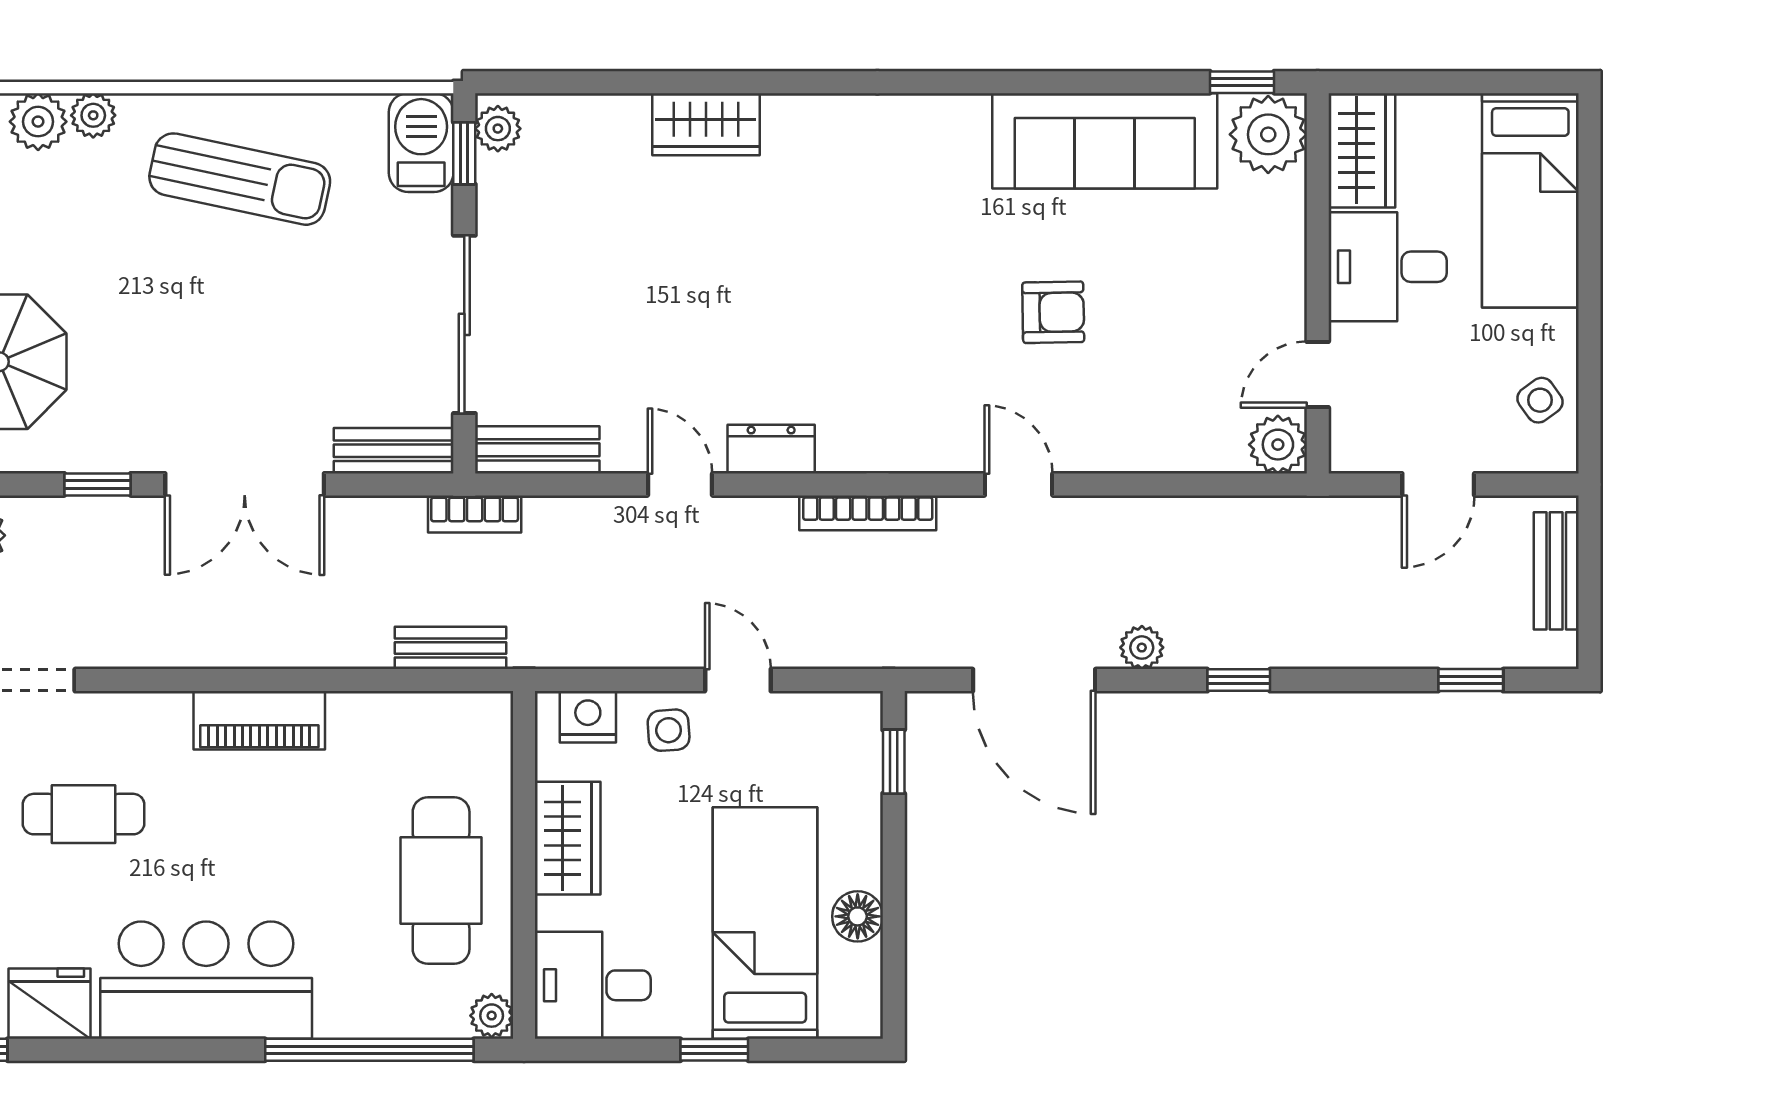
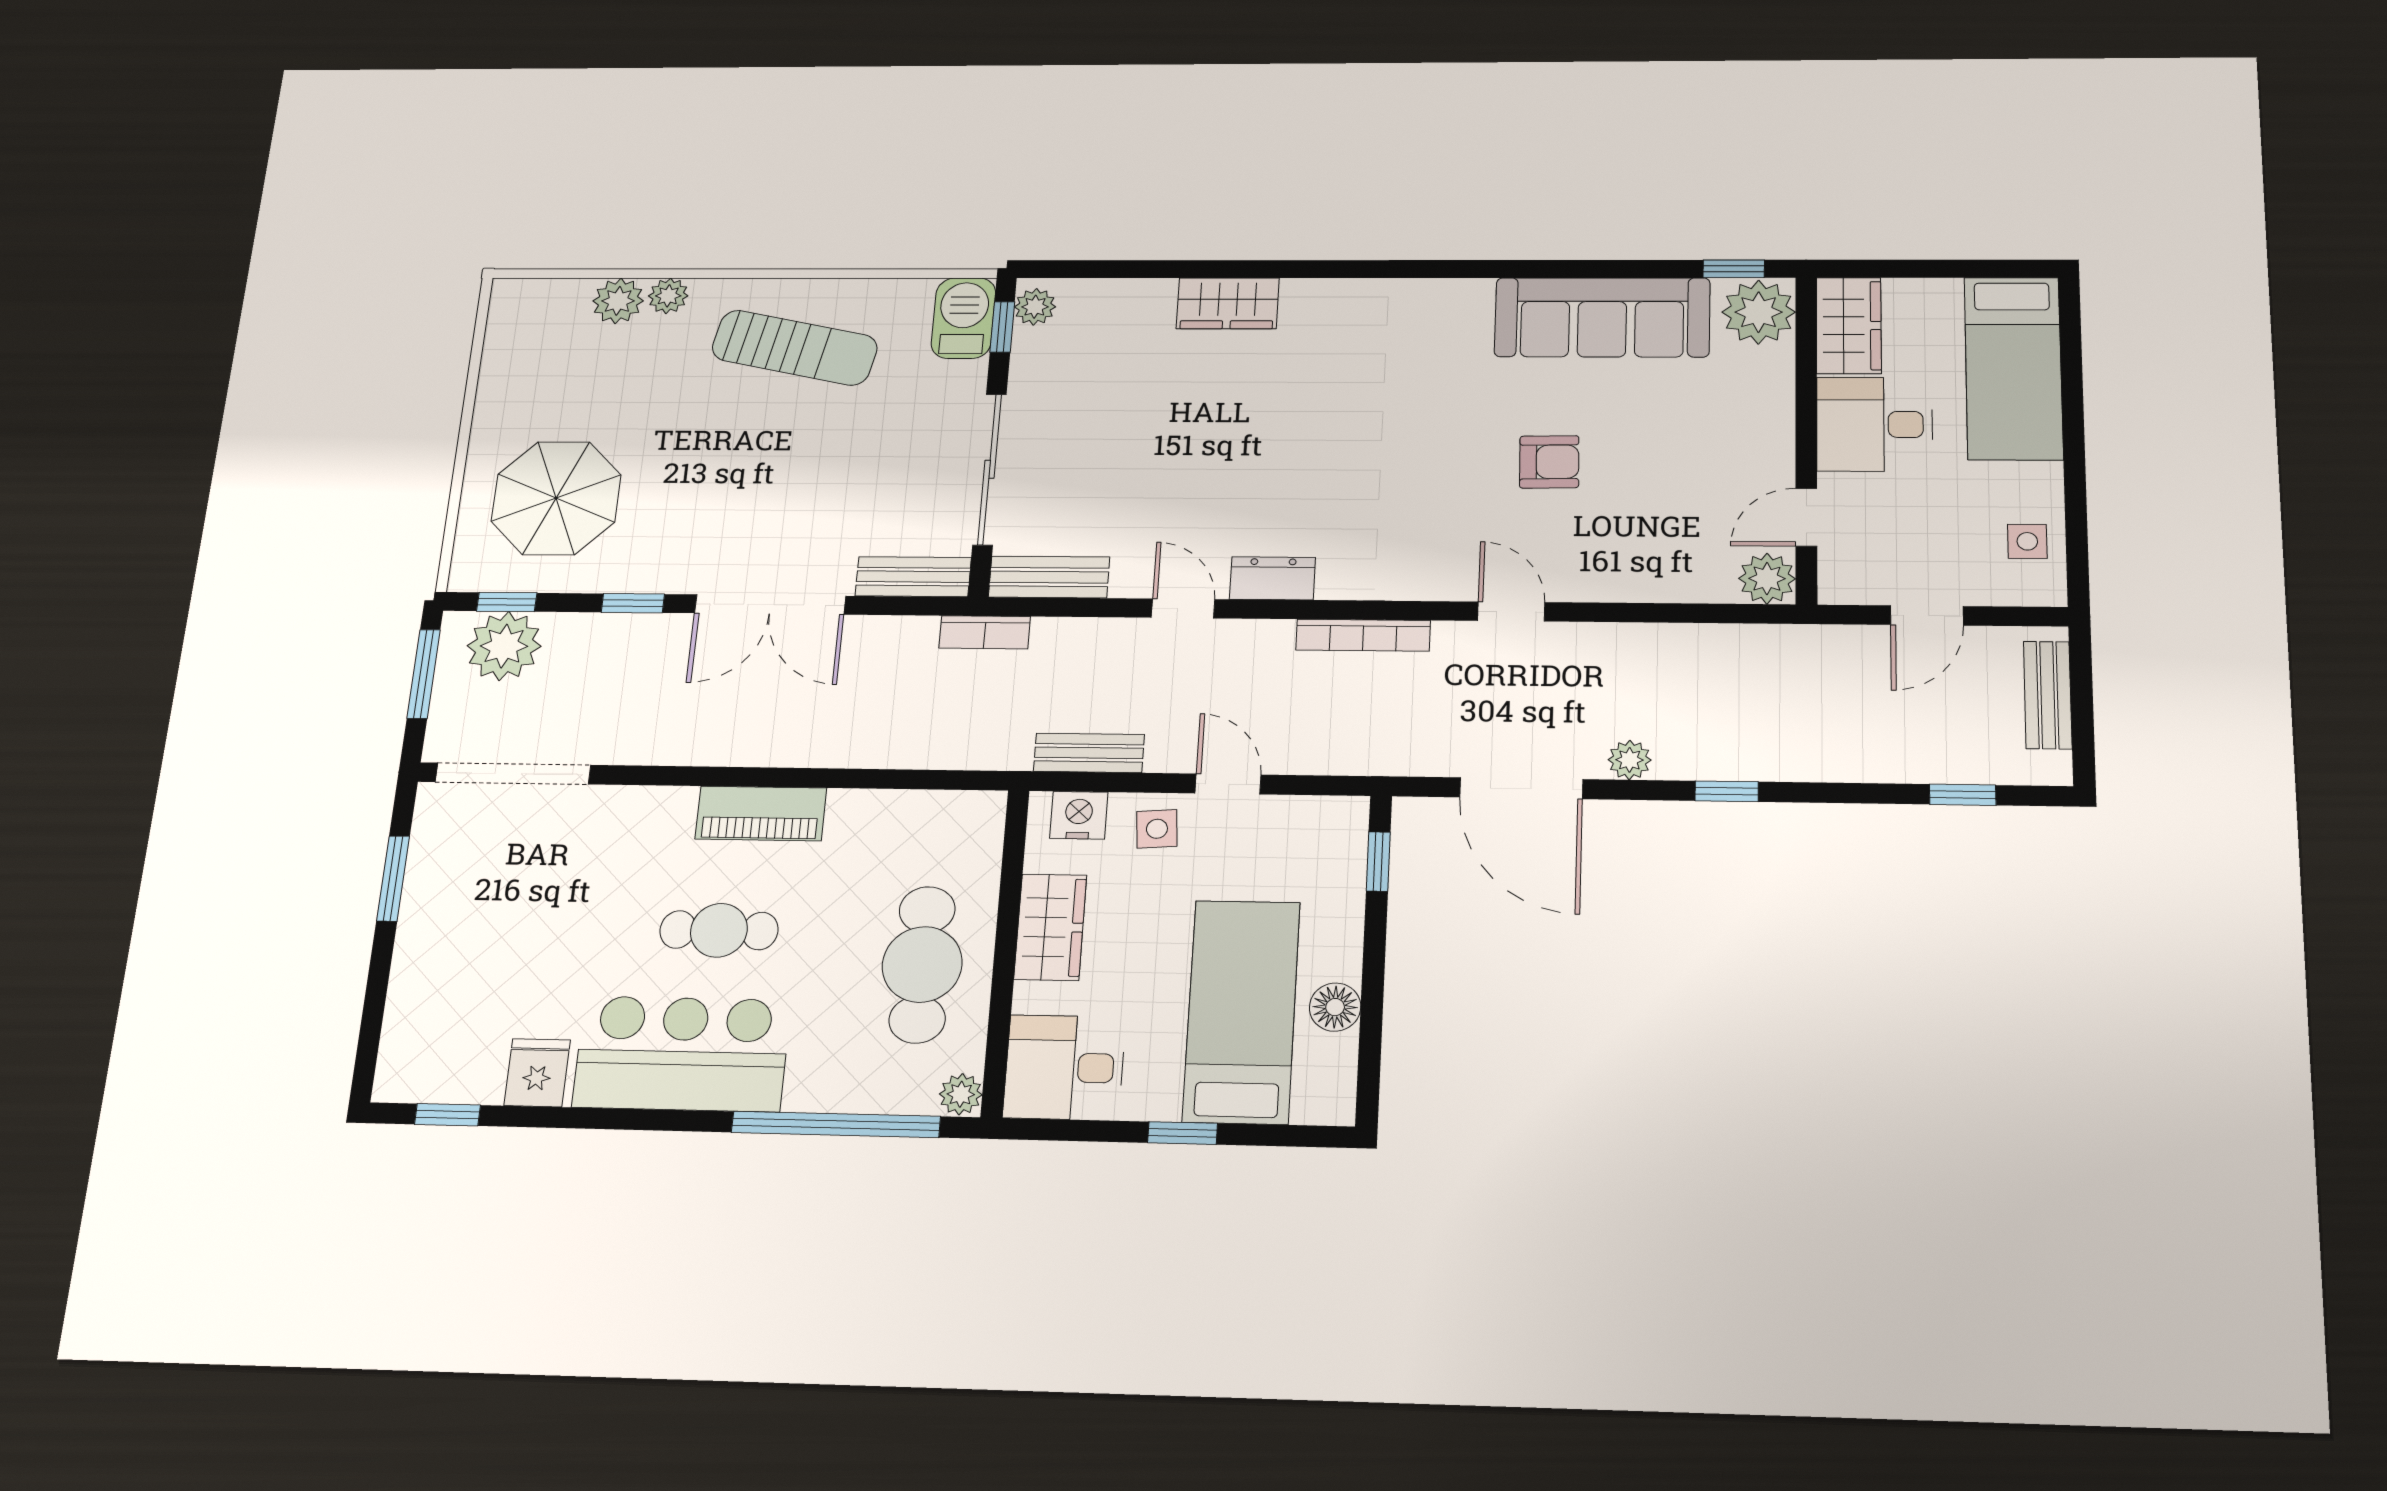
side table: (1540, 400) -> (2027, 541), turned 36
bench: (451, 648) -> (1089, 753), moved
cafe table: (84, 814) -> (719, 930), moved
fridge: (49, 1004) -> (537, 1073), width x0.72

